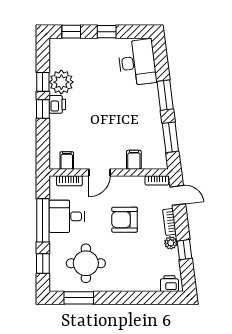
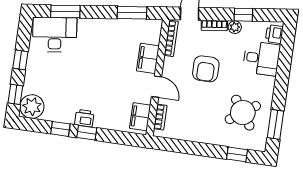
plant: (61, 82) -> (32, 107), moved
window: (165, 95) -> (65, 11), moved
filing cabinet: (134, 160) -> (148, 58), width x2.00
filing cabinet: (67, 161) -> (140, 117), width x2.00
bookcase: (157, 180) -> (171, 38), width x1.56
desk: (67, 216) -> (261, 58), moved, turned -90
window: (43, 220) -> (195, 148), removed
round table: (86, 263) -> (243, 113), turned -35

